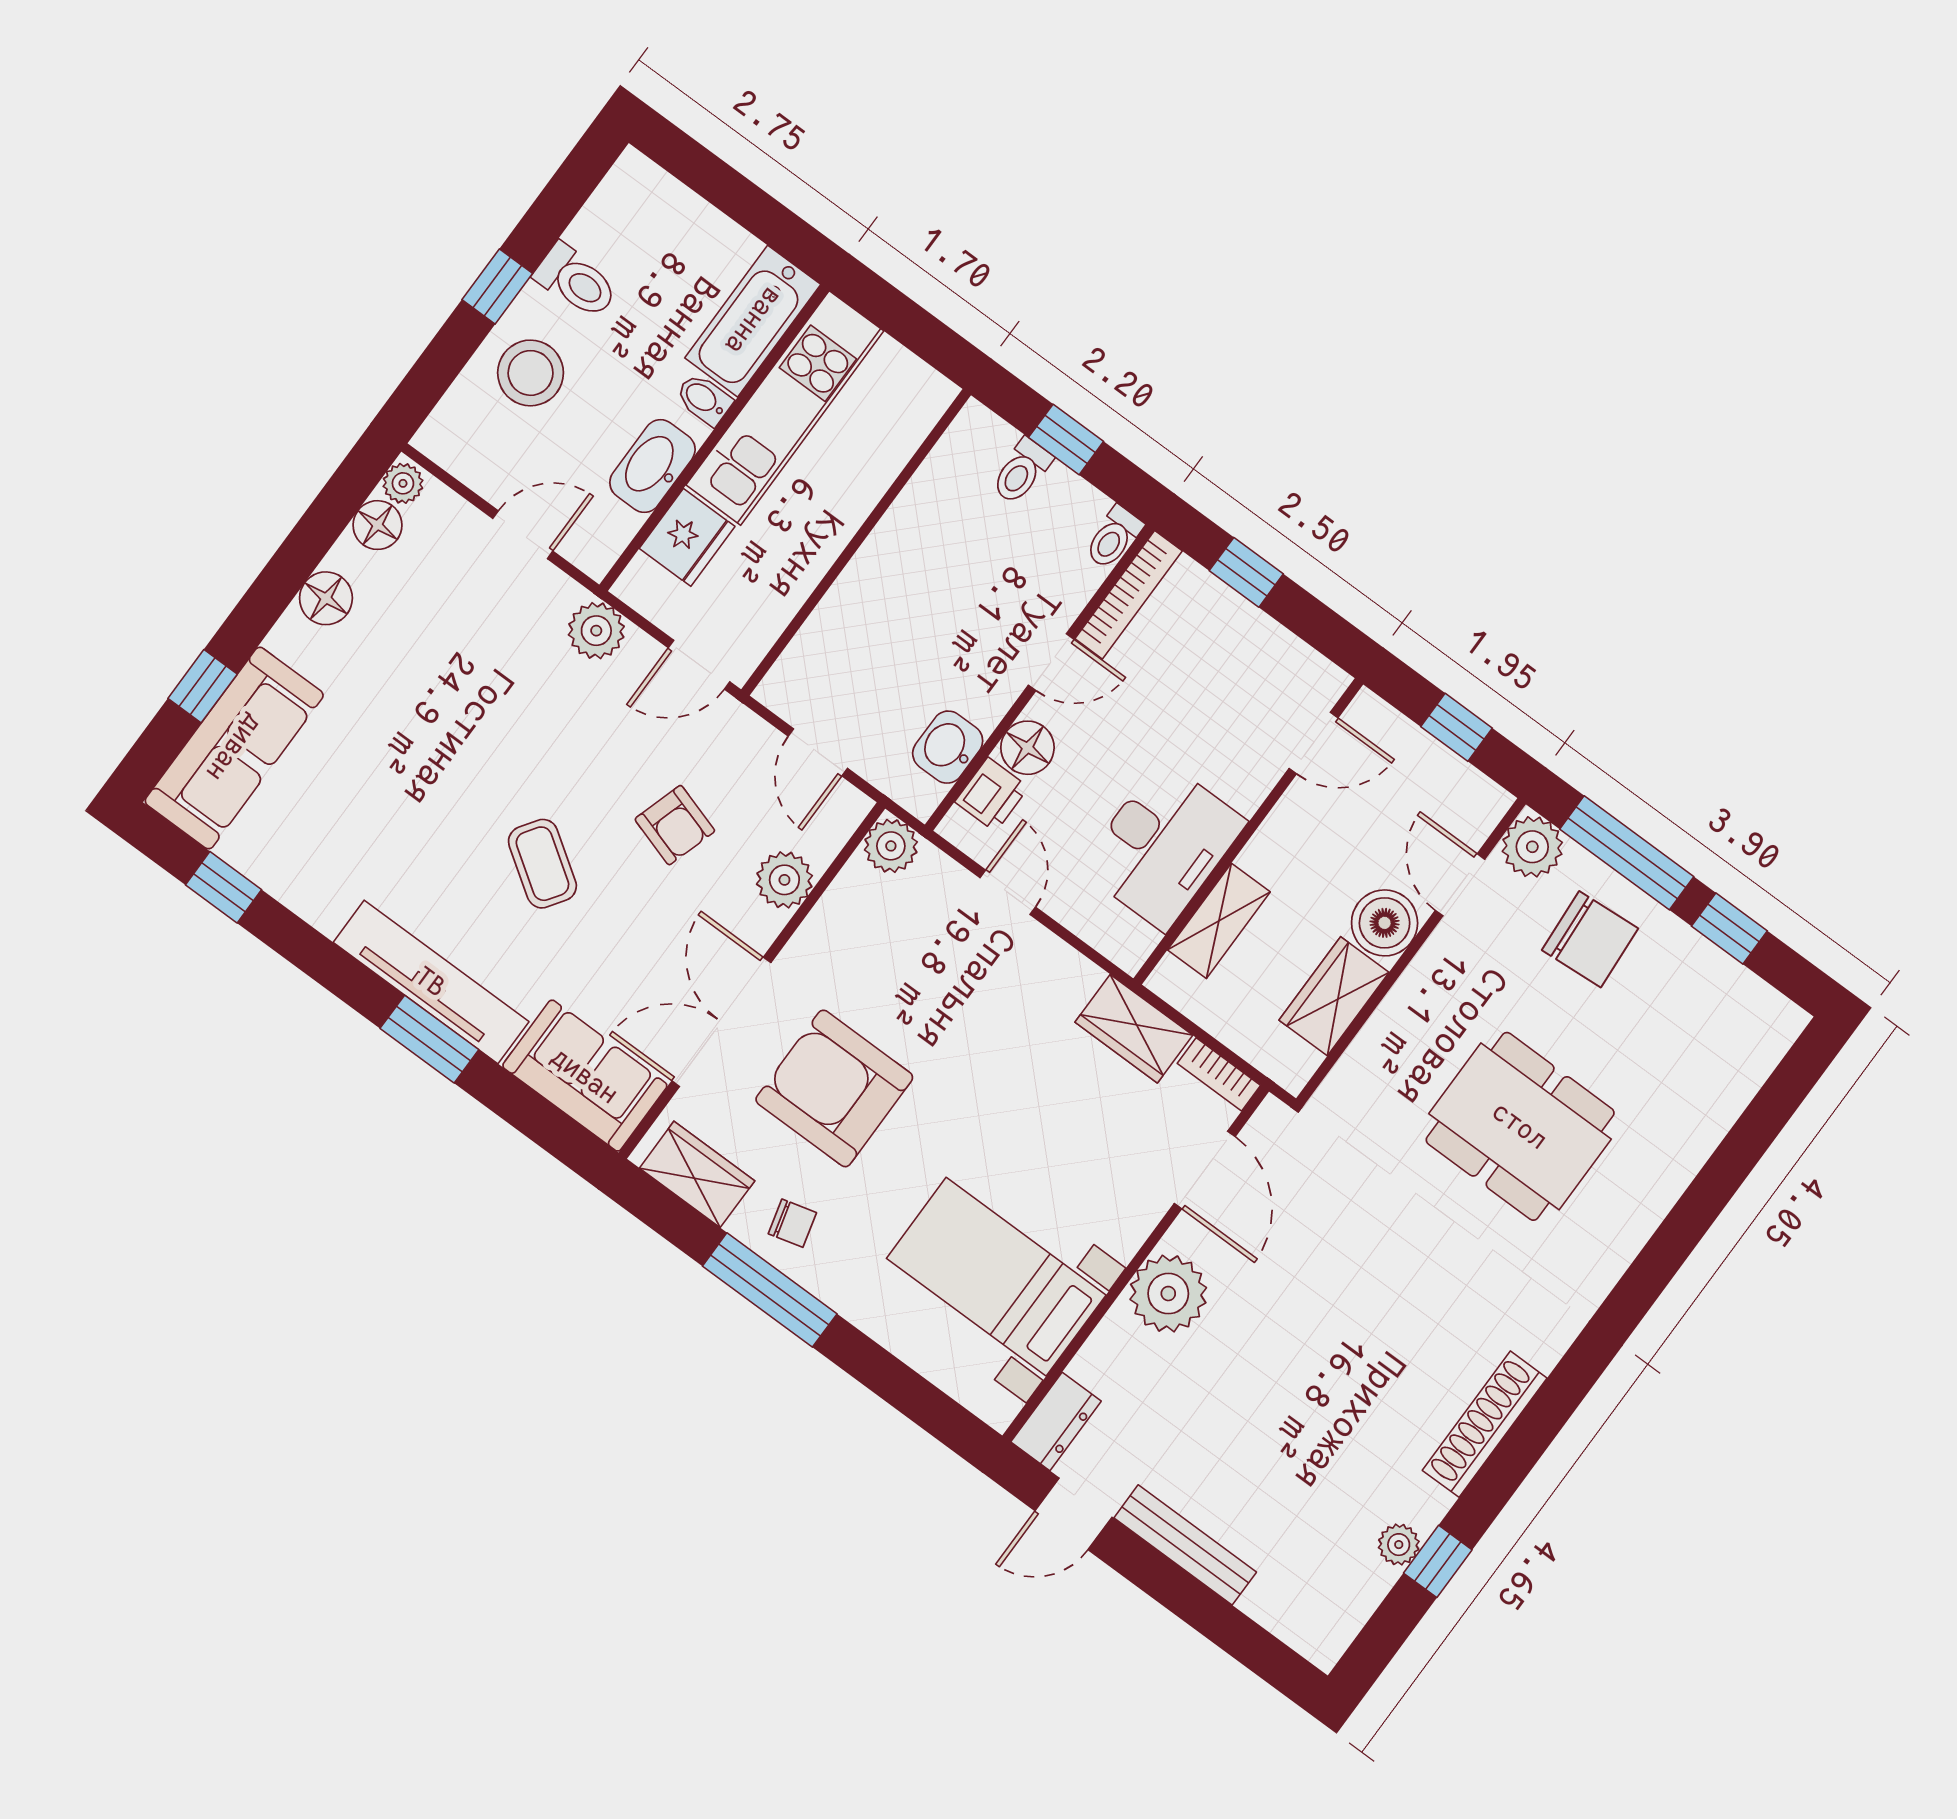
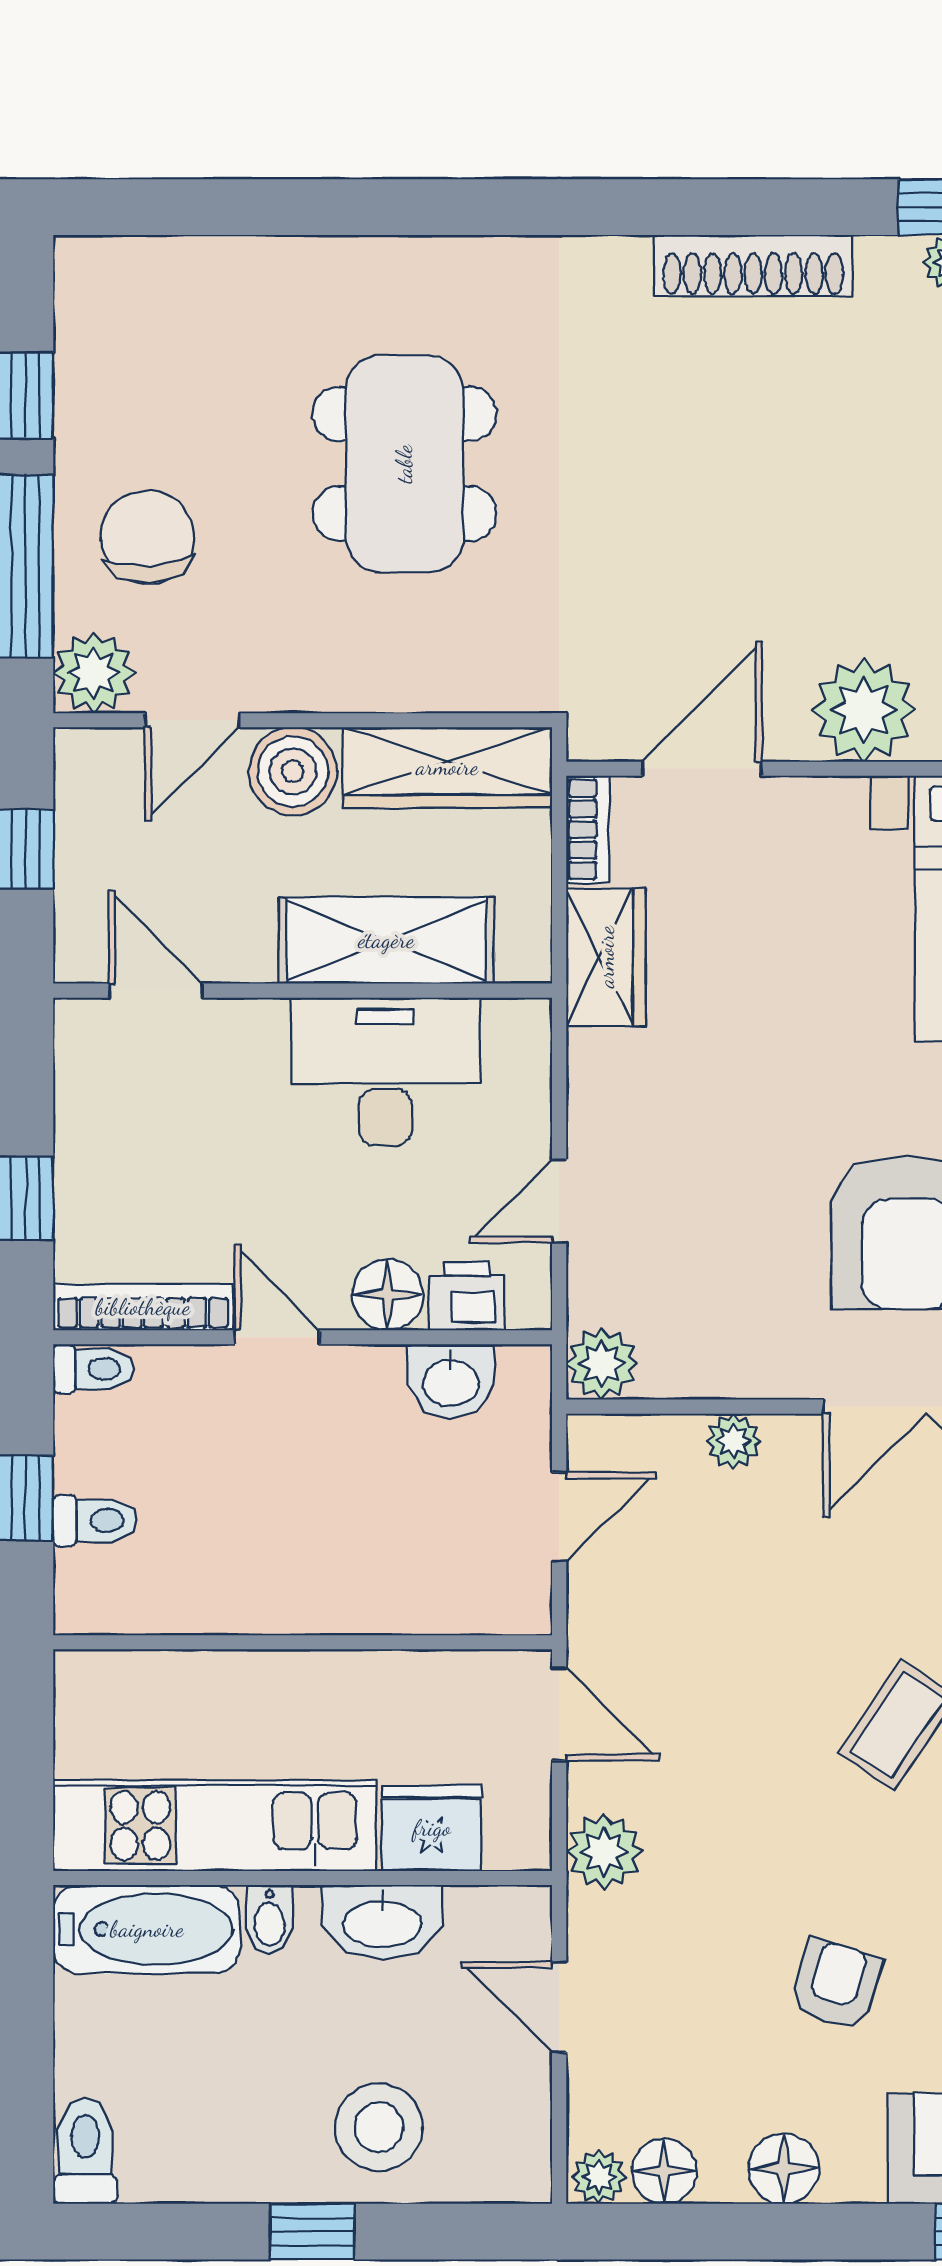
toilet: (576, 281) -> (85, 2151), moved
armchair: (675, 825) -> (836, 1985), moved
plant: (784, 880) -> (733, 1441), width x0.73, depth x0.73
shelving: (1219, 921) -> (386, 940), width x1.50, depth x1.33
wardrobe: (1334, 996) -> (447, 767), width x1.50

